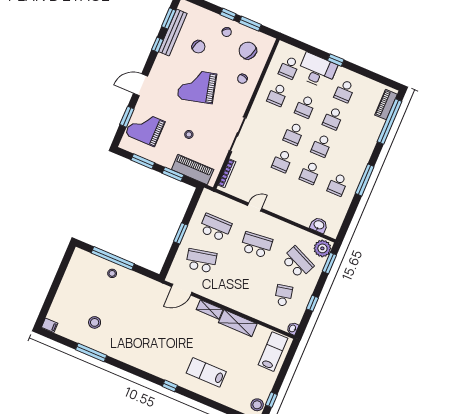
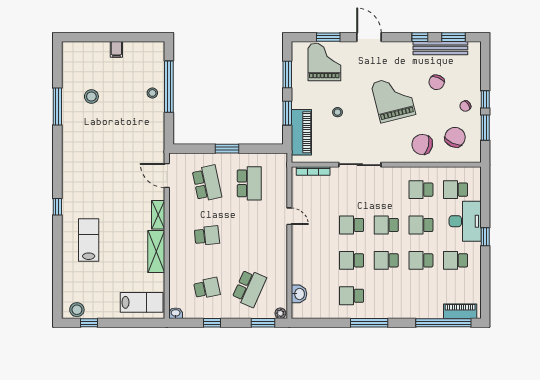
chair: (242, 79) -> (422, 144), width x1.87, depth x1.87
school desk: (256, 245) -> (207, 236), moved, width x0.54
plant: (322, 248) -> (280, 313), width x0.53, depth x0.53
filing cabinet: (50, 325) -> (116, 49), moved

